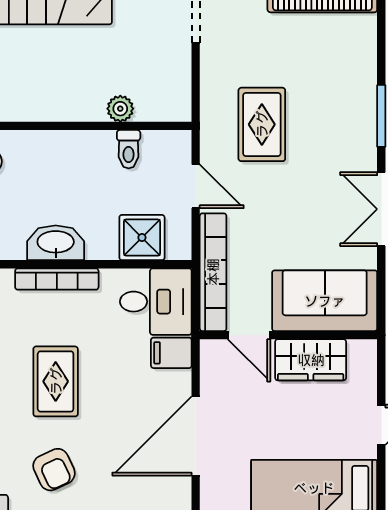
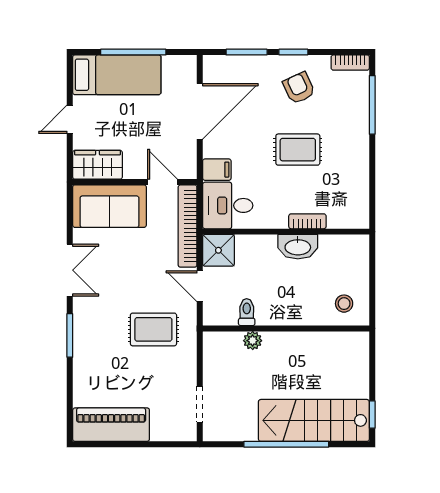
rug: (262, 124) -> (153, 329), turned 90
shower: (142, 238) -> (218, 250), moved
bookcase: (57, 279) -> (307, 221), width x0.64
wardrobe: (311, 360) -> (98, 165), moved
rug: (56, 381) -> (298, 150), turned 90

